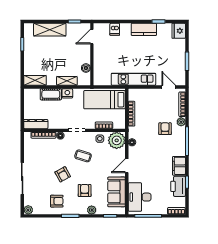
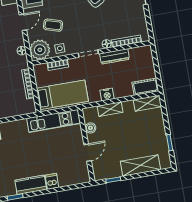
dishwasher: (115, 29) -> (52, 181), moved
door: (92, 37) -> (88, 153), moved
kitchen unit: (133, 79) -> (54, 121), moved
cot: (51, 94) -> (145, 87), moved
dresser: (36, 124) -> (114, 56), moved
coffee table: (83, 156) -> (53, 25), moved

